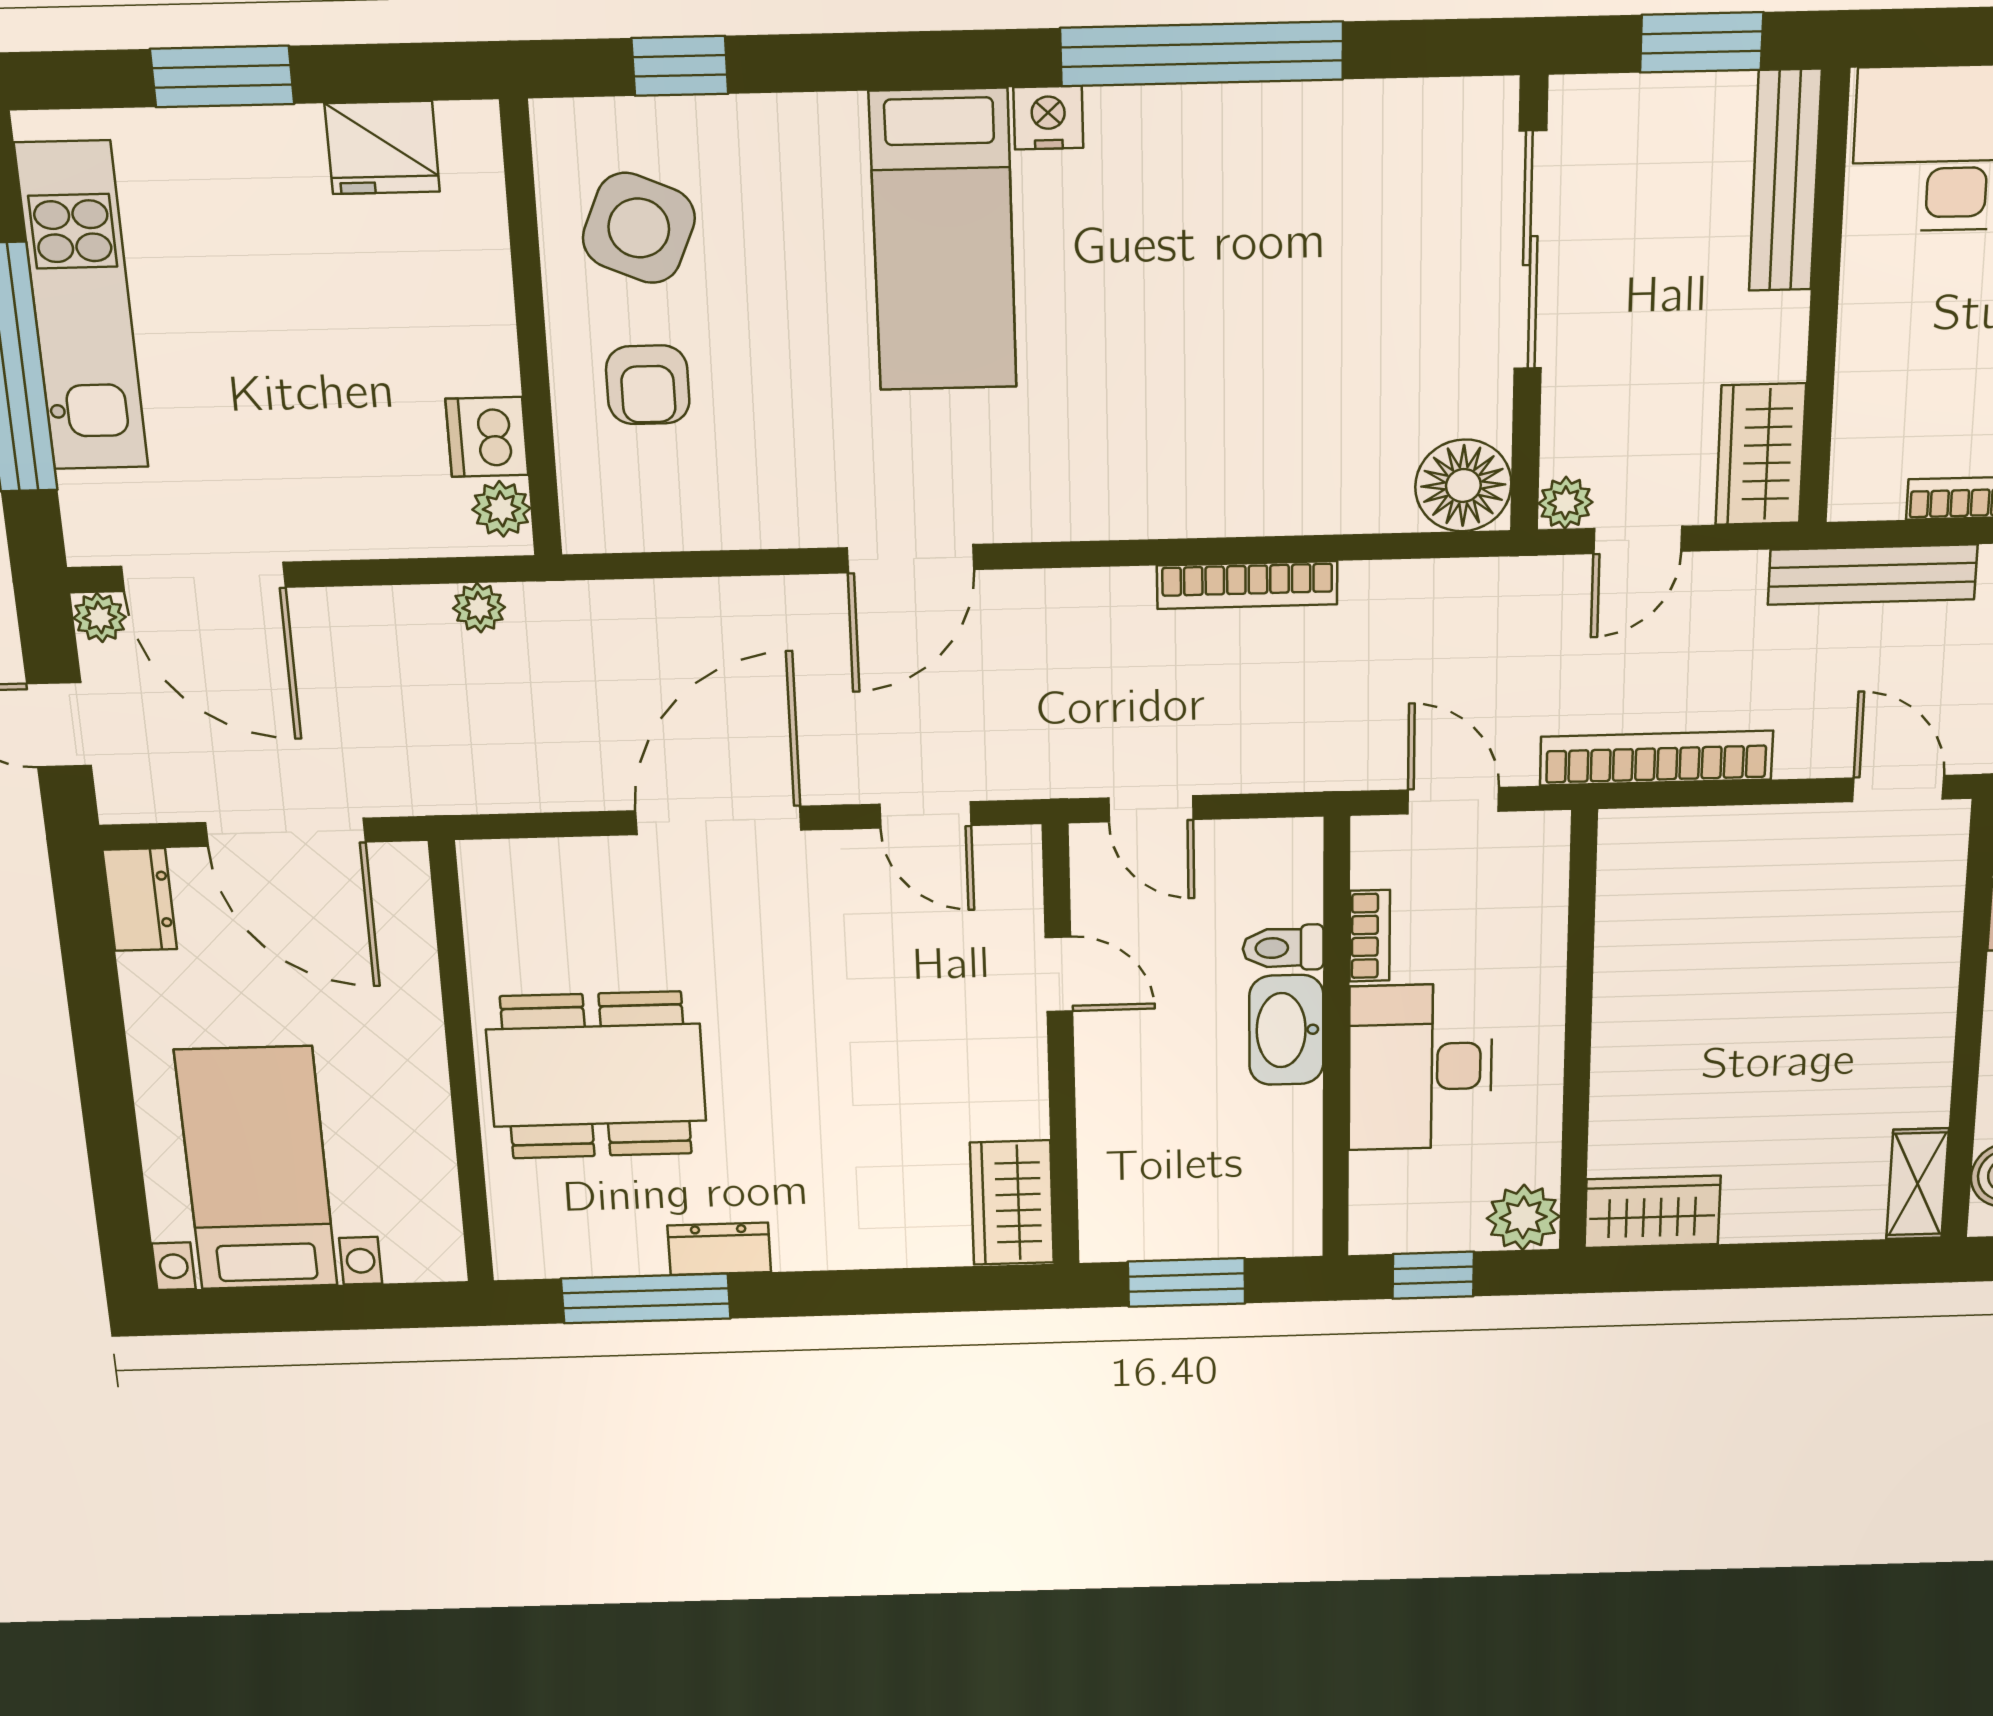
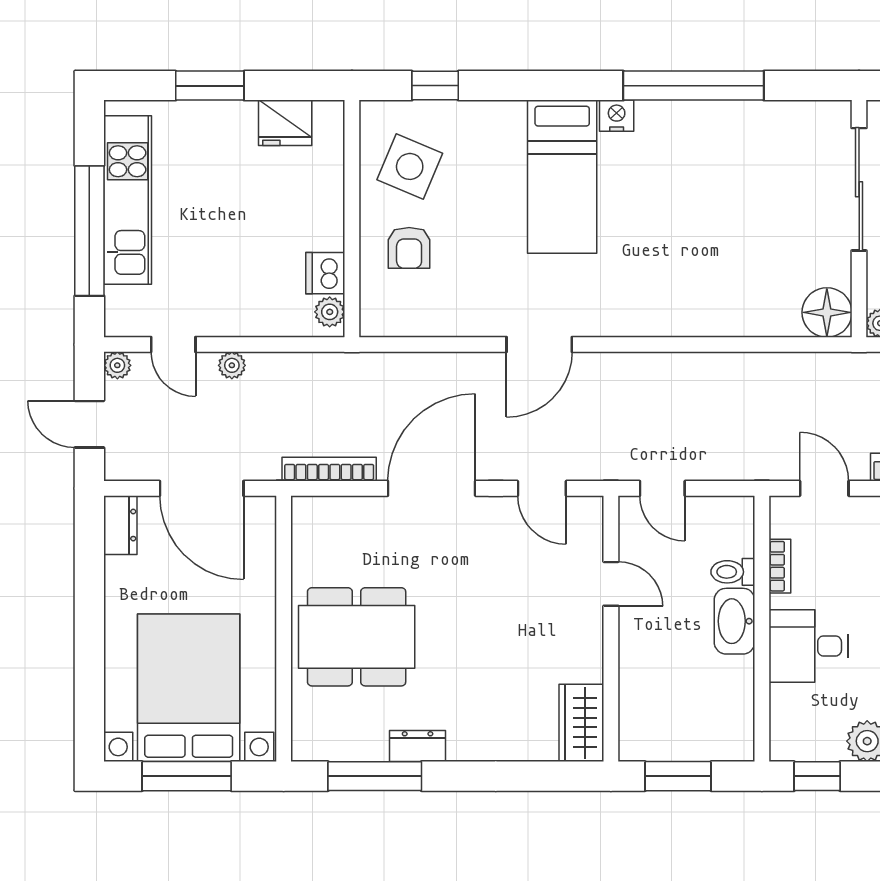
door: (203, 577) -> (173, 345), width x0.53
bookcase: (1247, 585) -> (329, 469), moved, turned 180
plant: (479, 608) -> (232, 365), moved
desk: (1420, 1067) -> (808, 646), width x0.73
bed with nightstands: (257, 1169) -> (189, 688), width x1.36
window: (309, 1308) -> (187, 776), added

